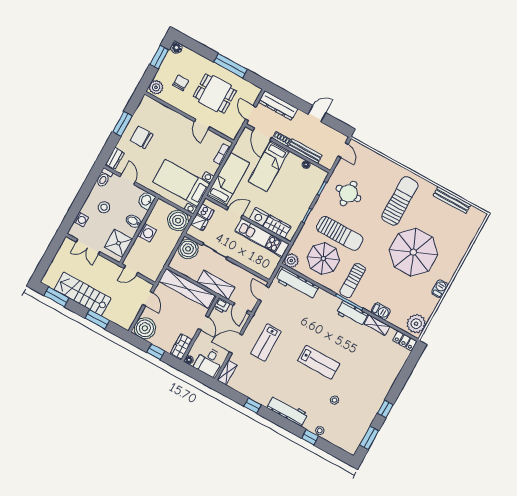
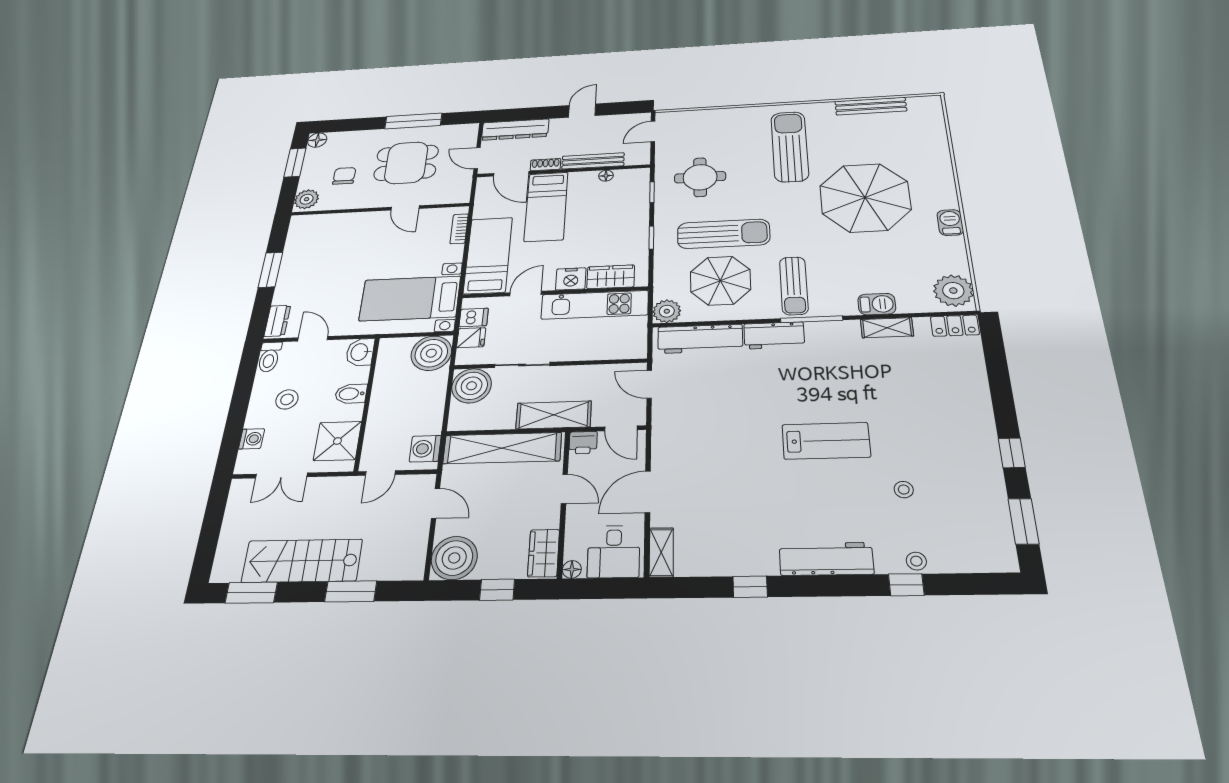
chair: (142, 137) -> (311, 272), removed
door: (343, 150) -> (653, 132), swing flipped
washing machine: (147, 233) -> (425, 449), moved, turned 180
workbench: (352, 314) -> (774, 335), moved
lab bench: (266, 343) -> (704, 460), removed

